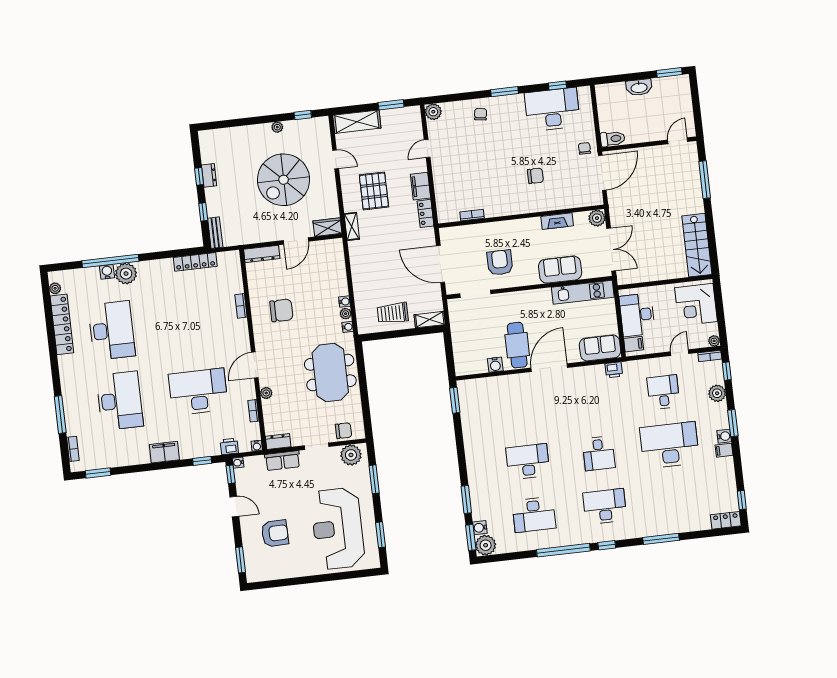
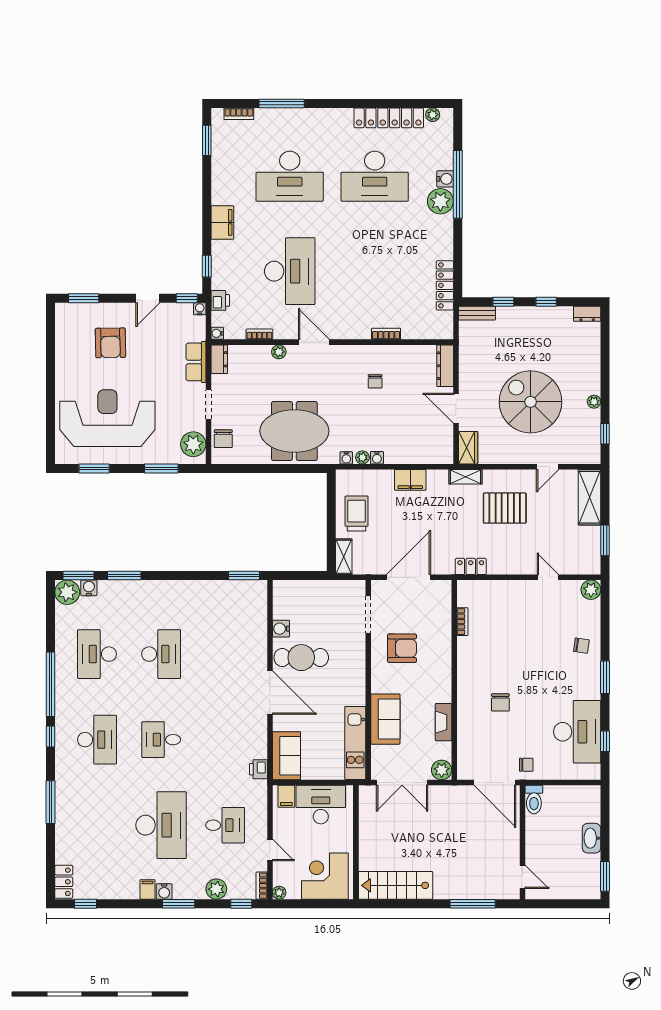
dresser: (209, 175) -> (587, 314), moved
filing cabinet: (420, 186) -> (410, 480), moved, turned 180
chair: (281, 310) -> (375, 381), width x0.54, depth x0.54

